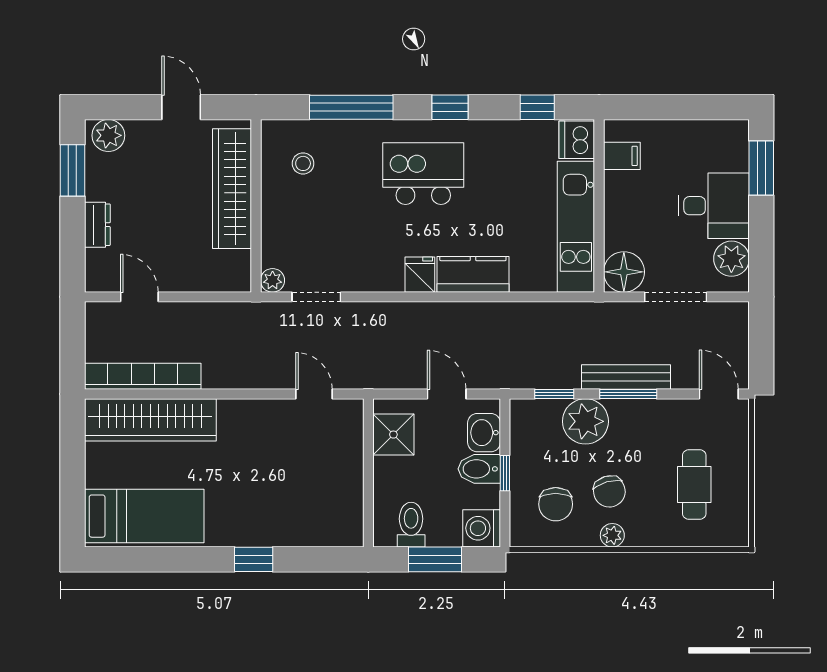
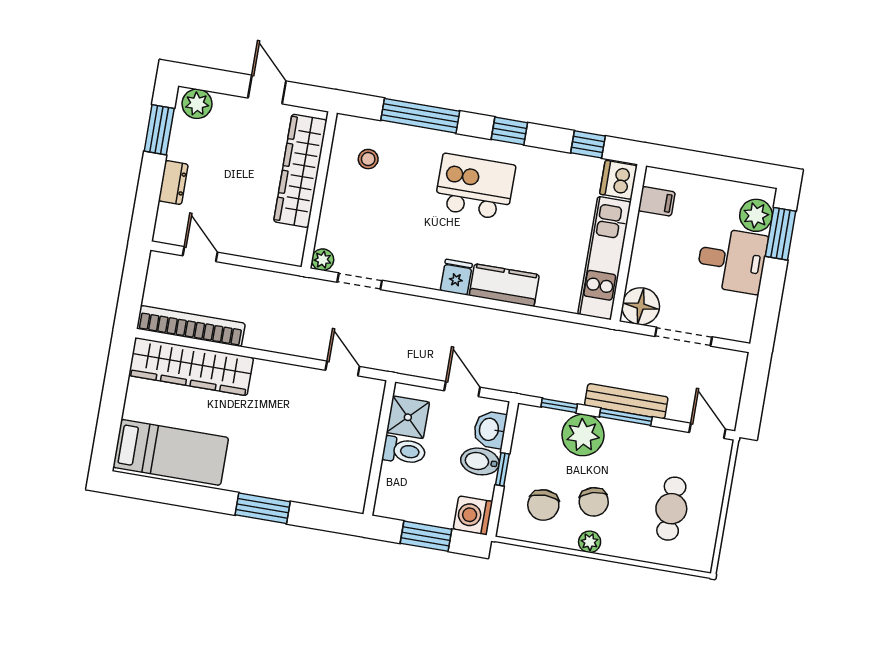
plant: (731, 259) -> (756, 215), moved
toilet: (411, 525) -> (404, 451), moved, turned 90
window: (254, 559) -> (263, 508), width x1.50

